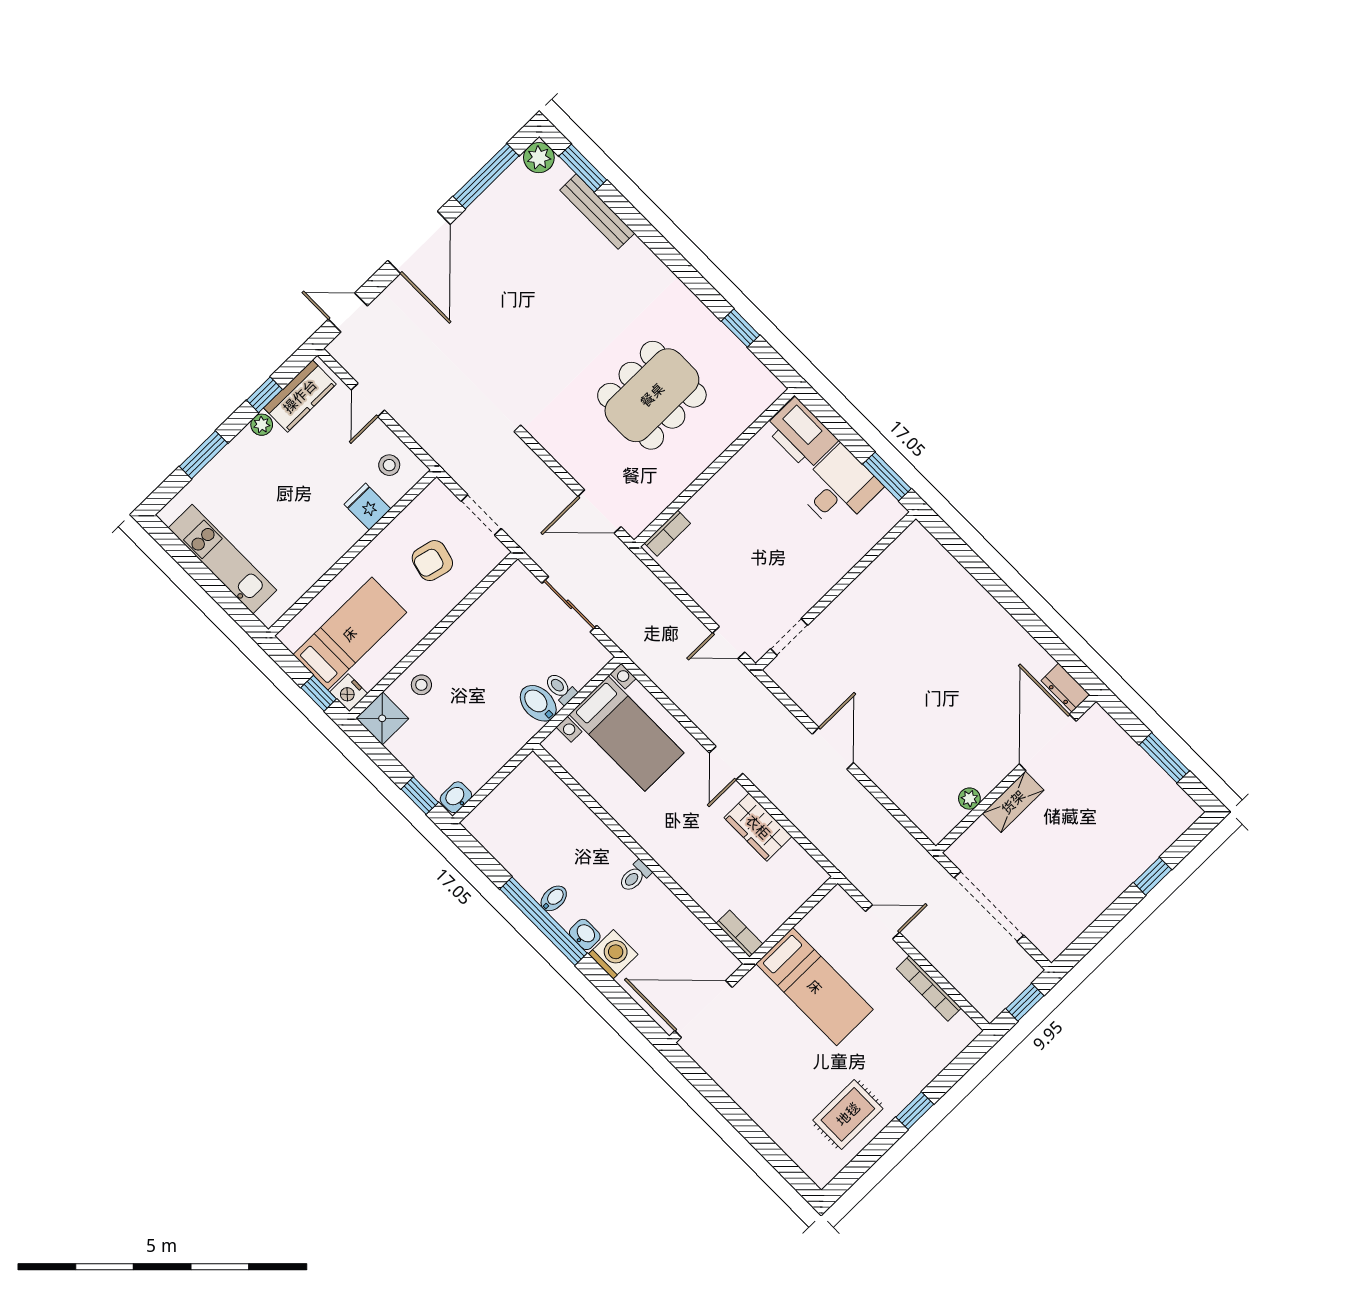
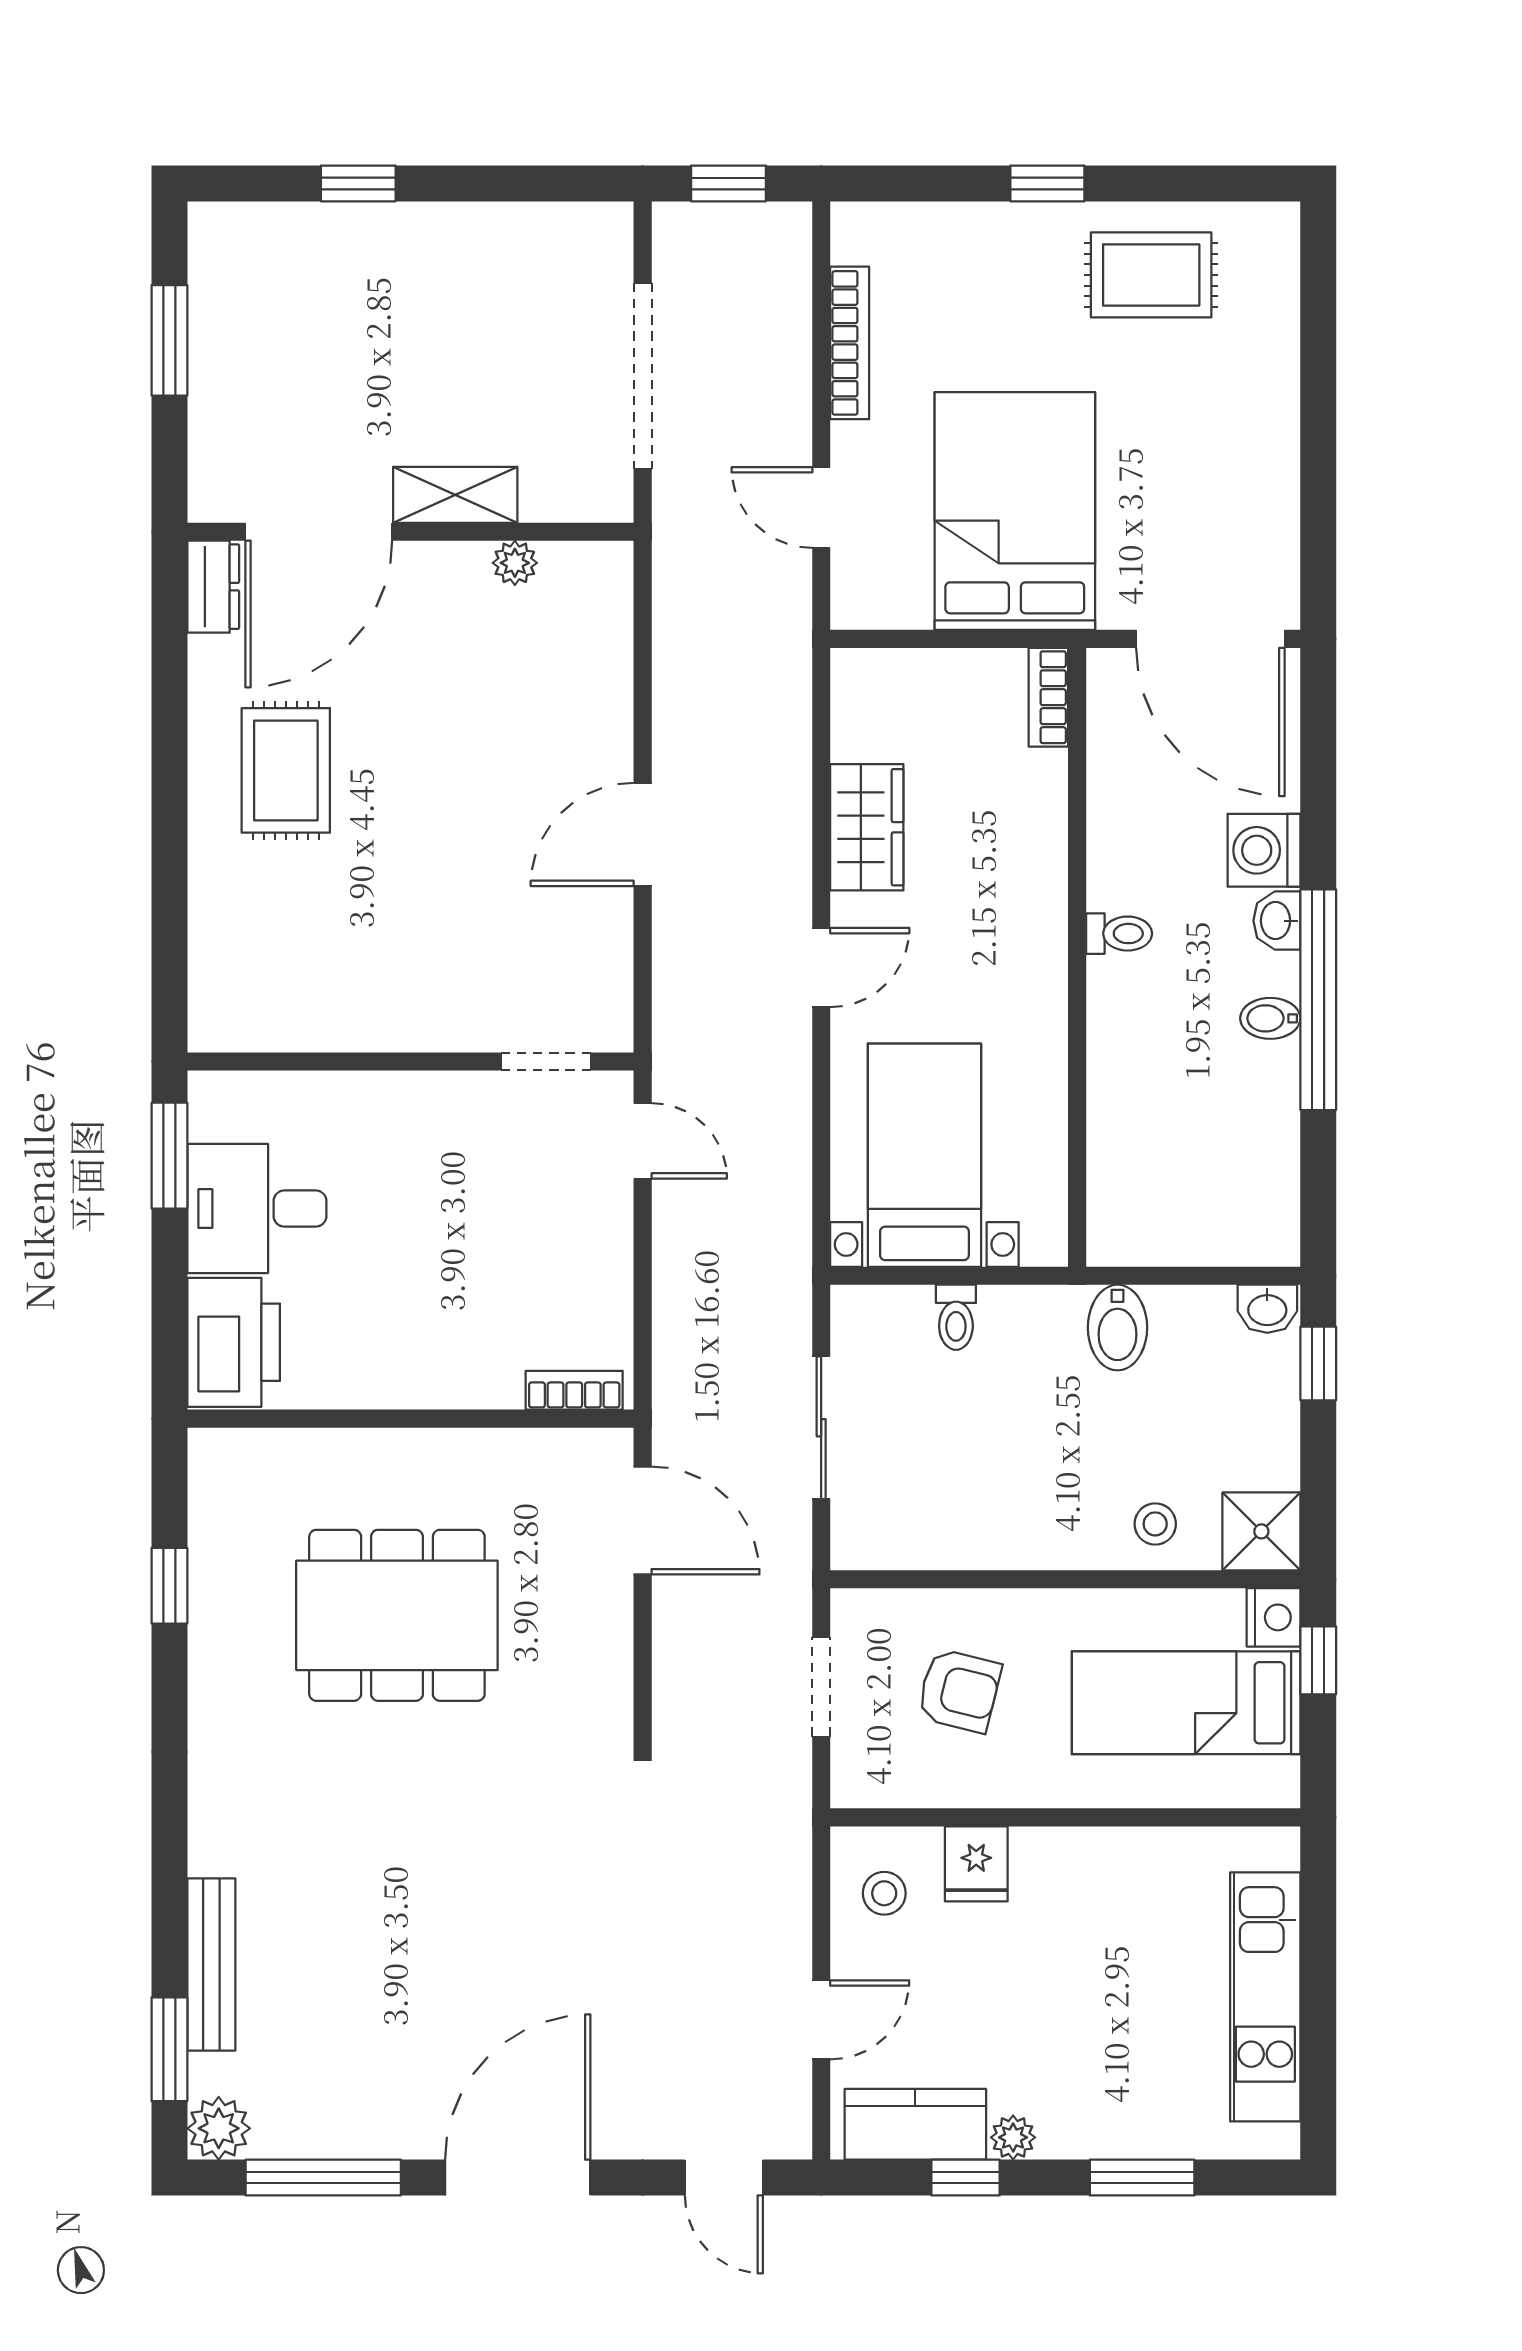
rug: (978, 649) -> (286, 770), added
bidet: (538, 703) -> (1117, 1328), moved
bed: (815, 987) -> (1015, 511), width x1.50

